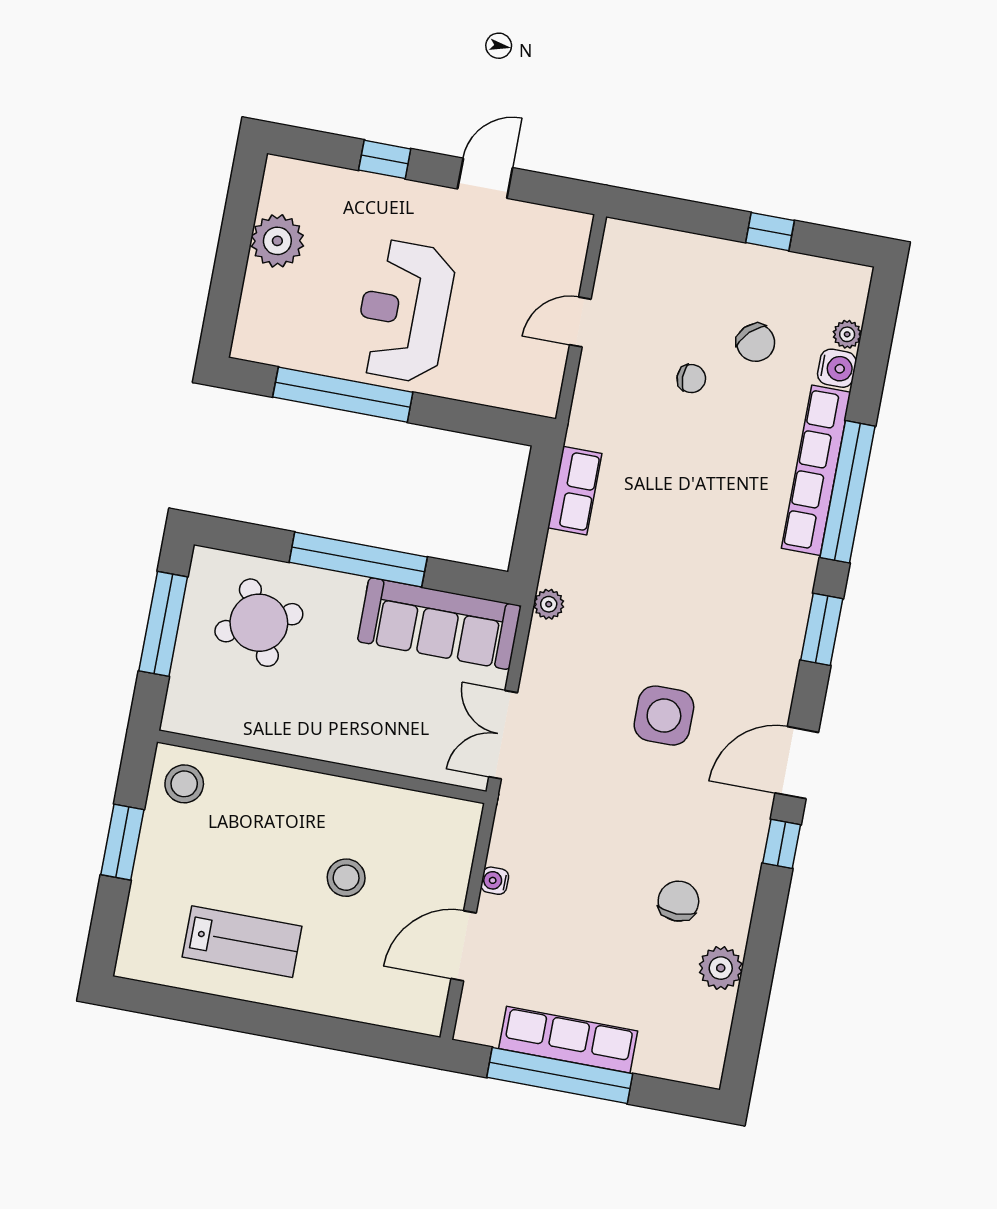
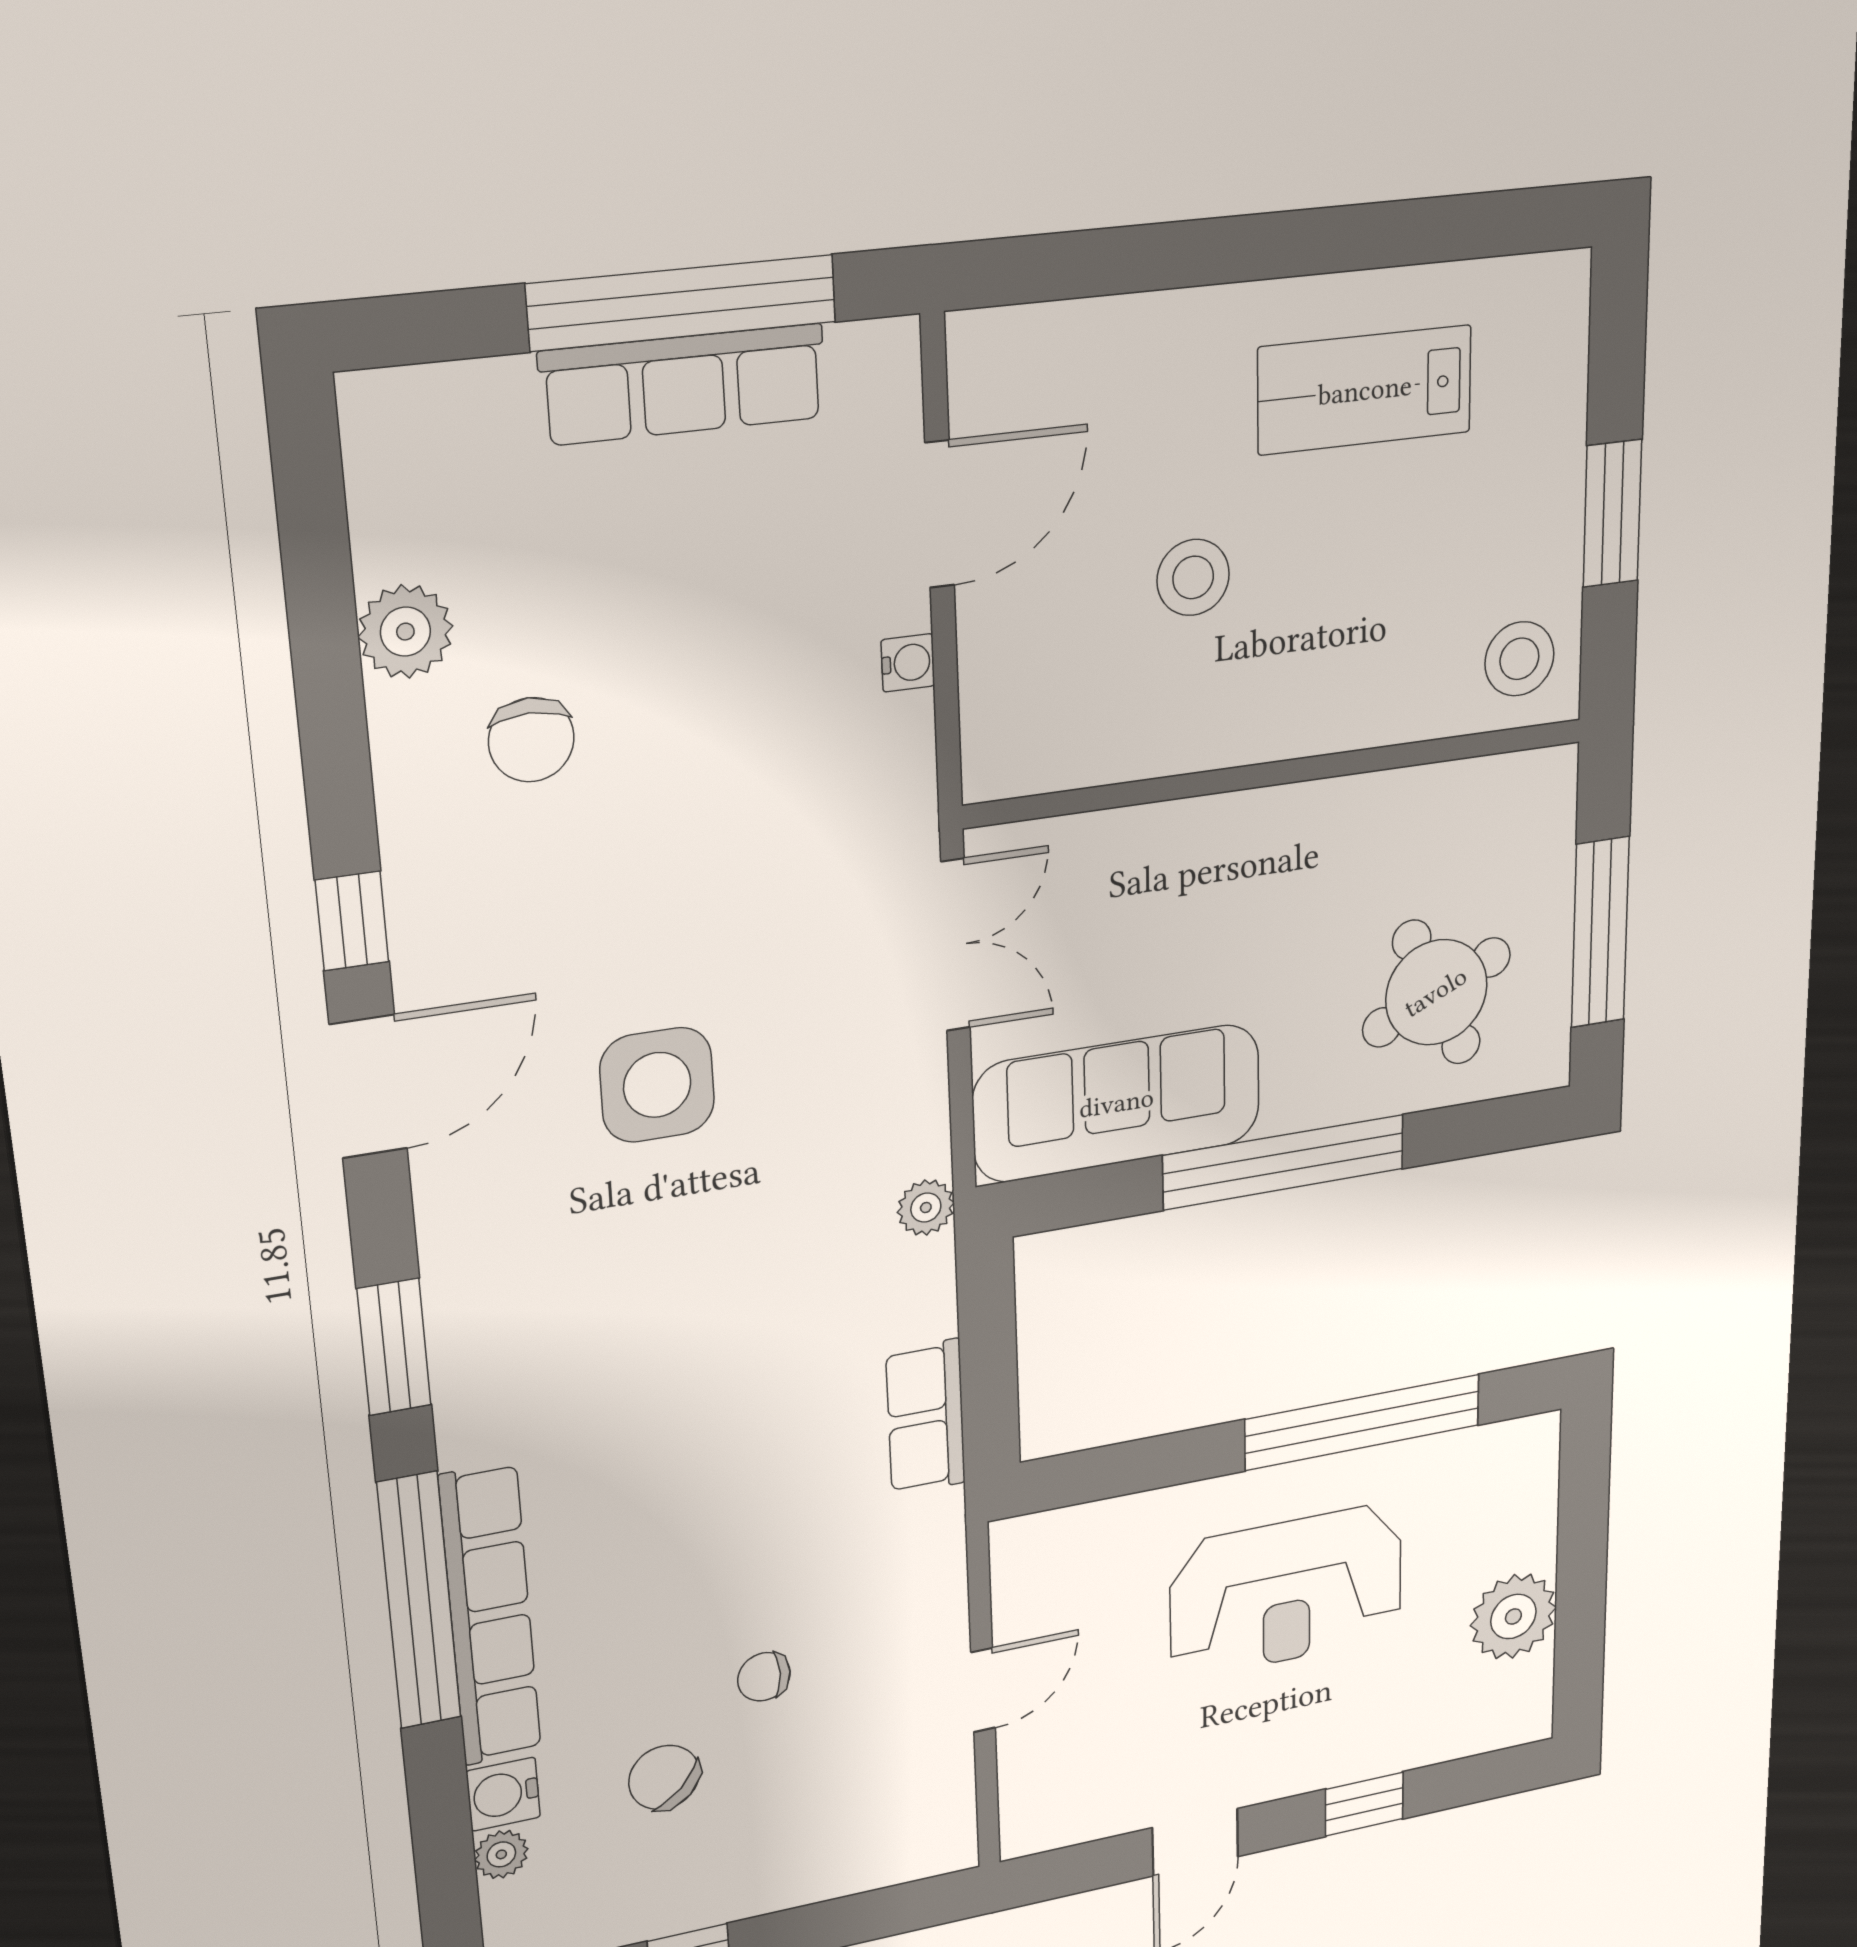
reception desk: (404, 311) -> (1286, 1591), turned 90

